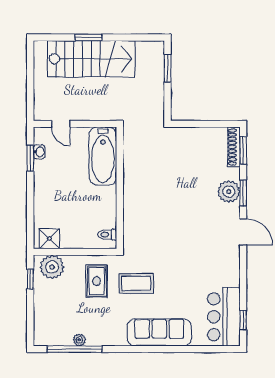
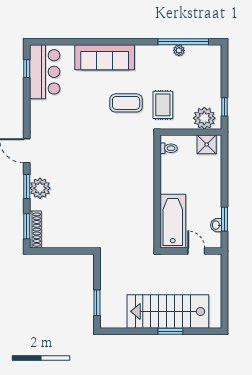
bathtub: (103, 156) -> (173, 221), moved
wall: (120, 188) -> (157, 192), moved
toilet: (107, 235) -> (169, 148), moved

